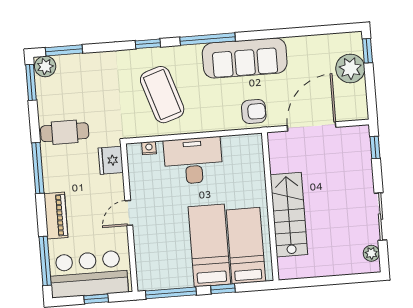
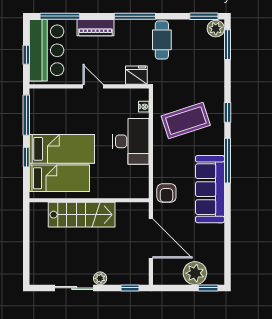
plant: (371, 253) -> (100, 278), moved

